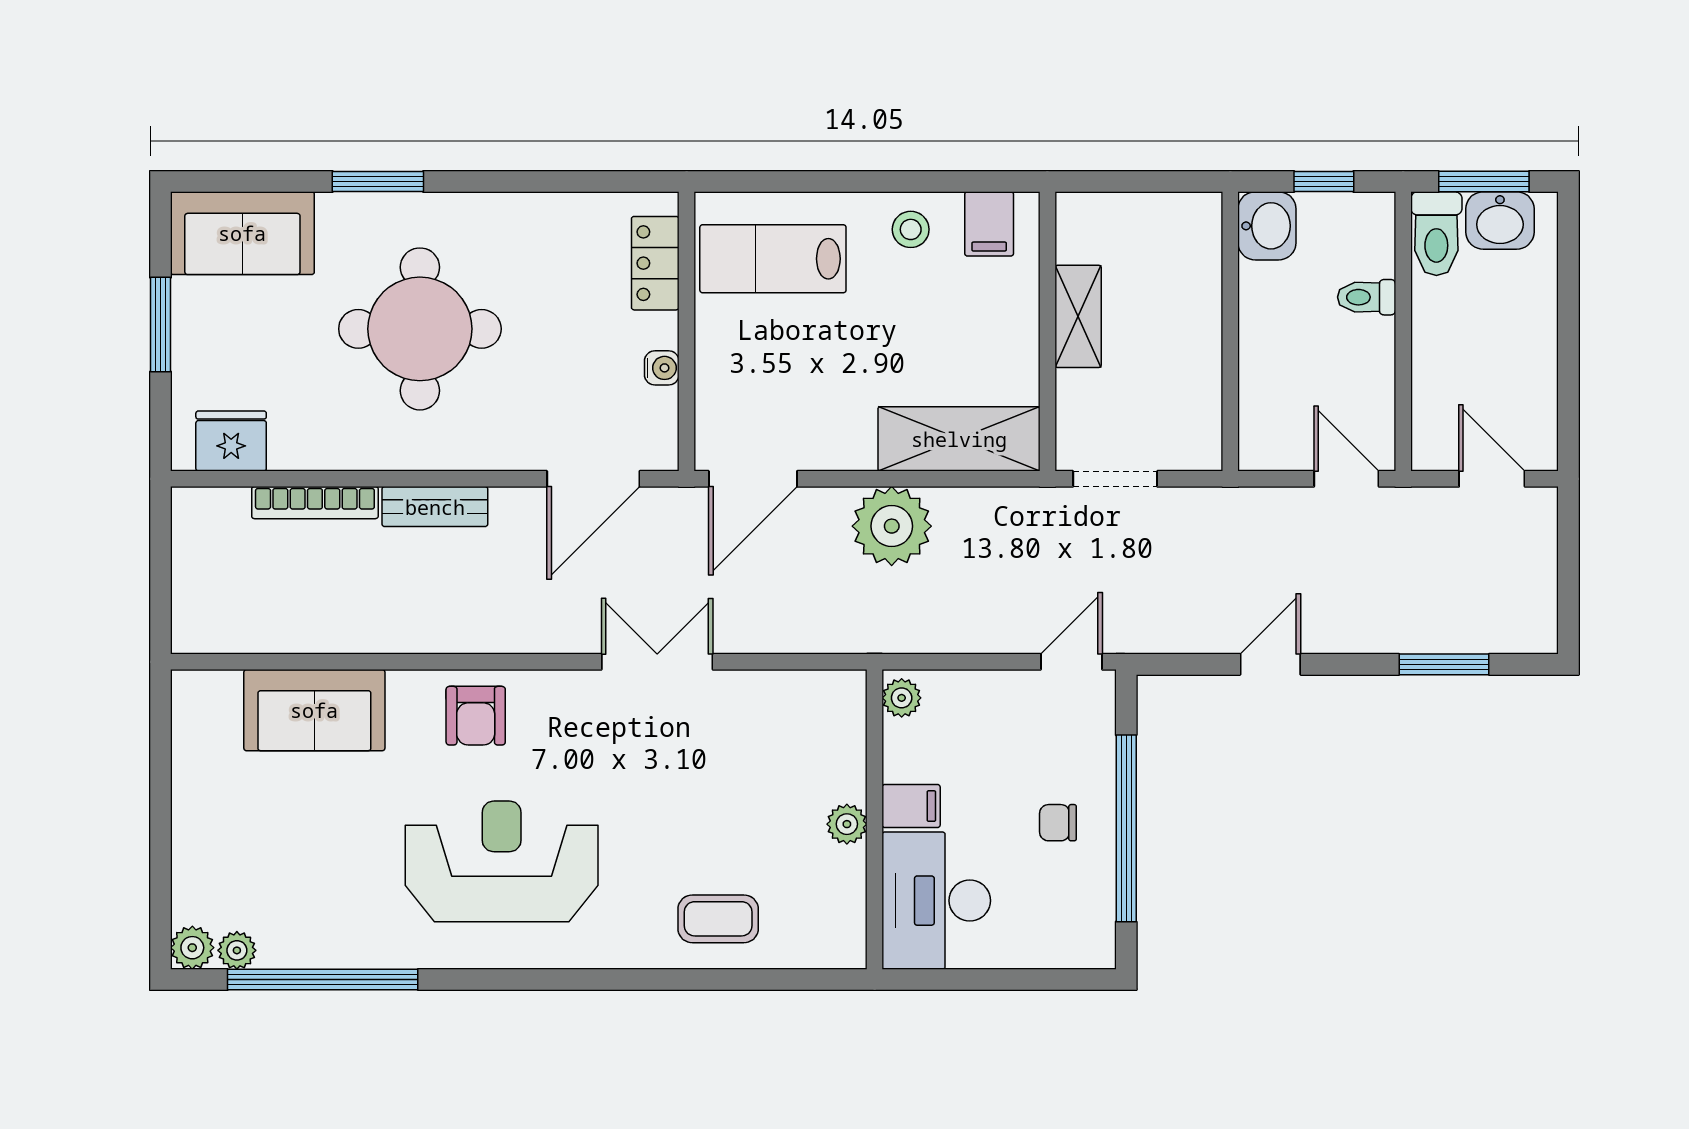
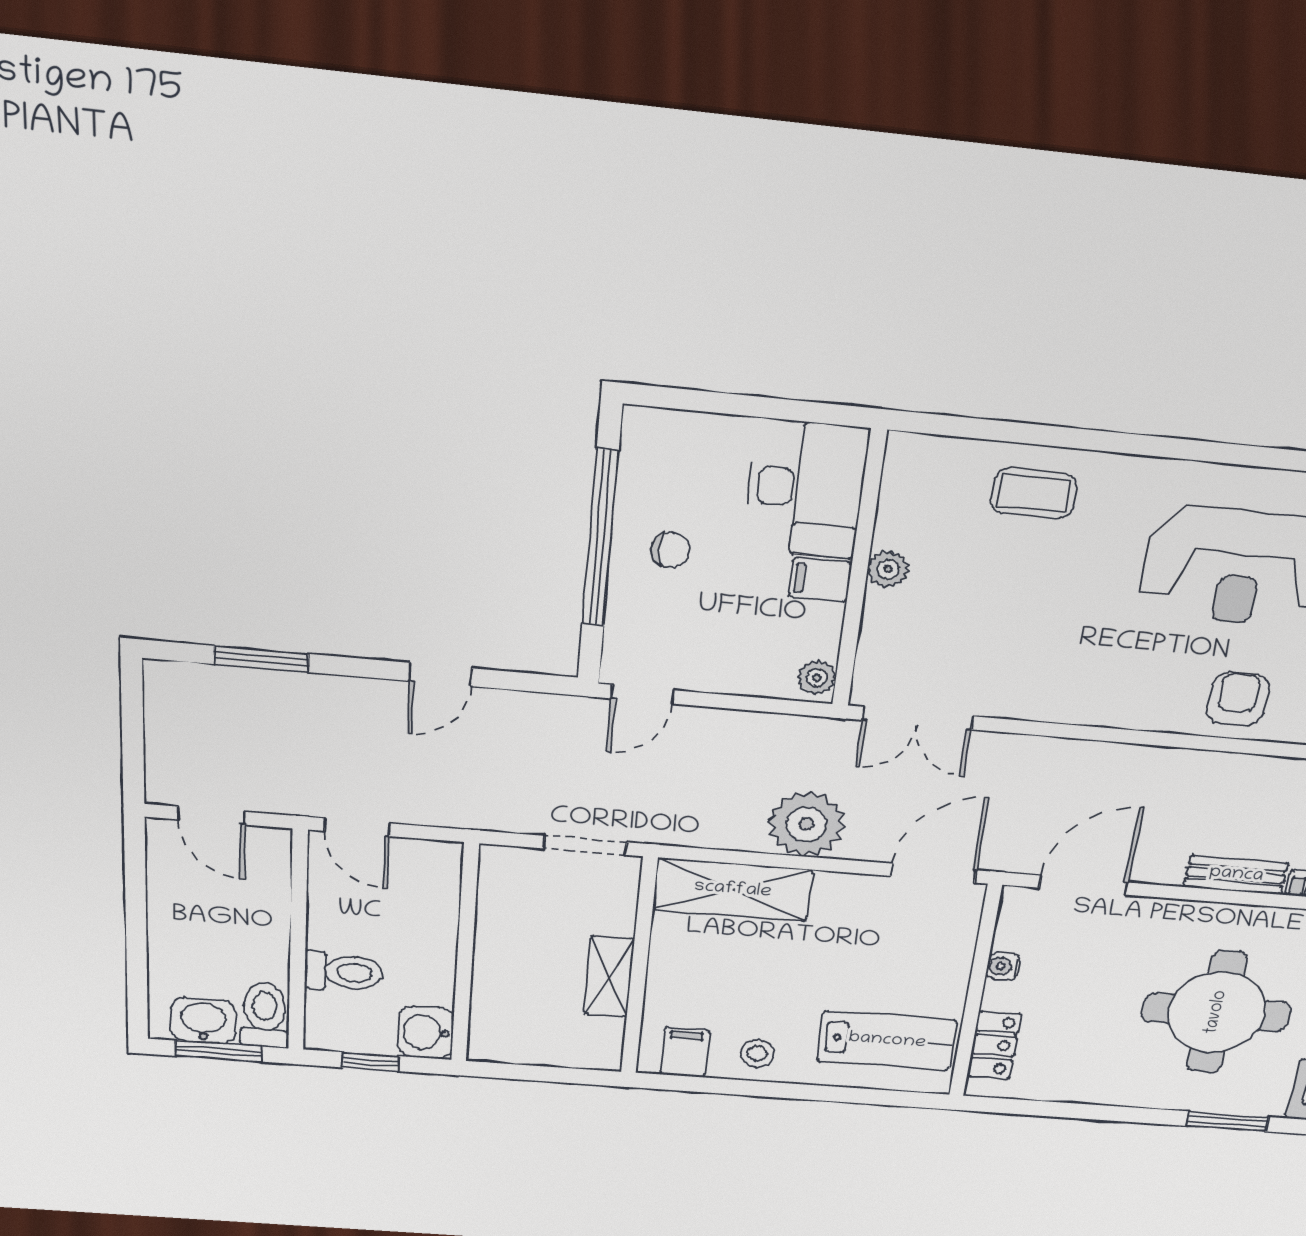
toilet: (1367, 297) -> (344, 972), width x1.37, depth x1.39
double door: (657, 662) -> (918, 718), moved

